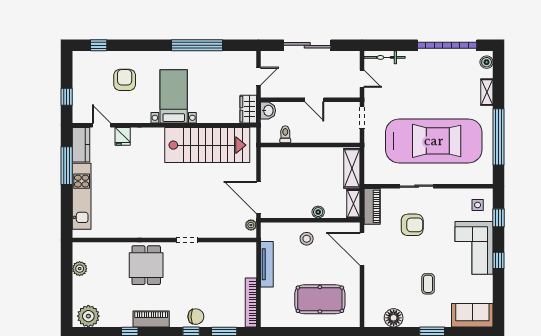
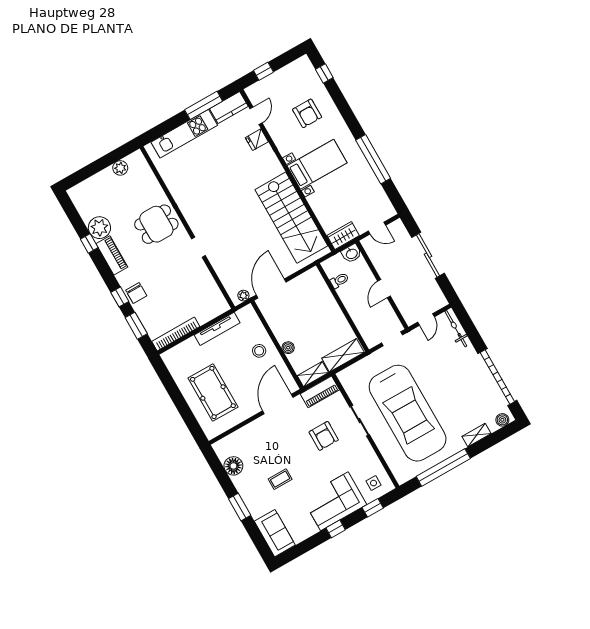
armchair: (125, 80) -> (307, 113), turned 90
plant: (88, 316) -> (99, 228), moved

